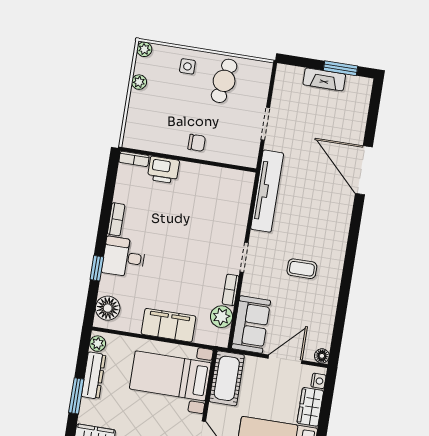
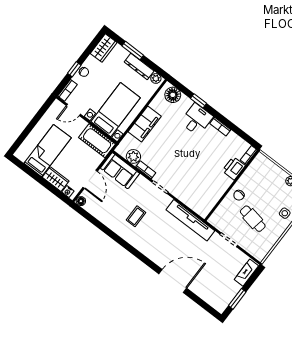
fireplace: (324, 79) -> (246, 273), moved
cafe table: (224, 81) -> (253, 219), moved

